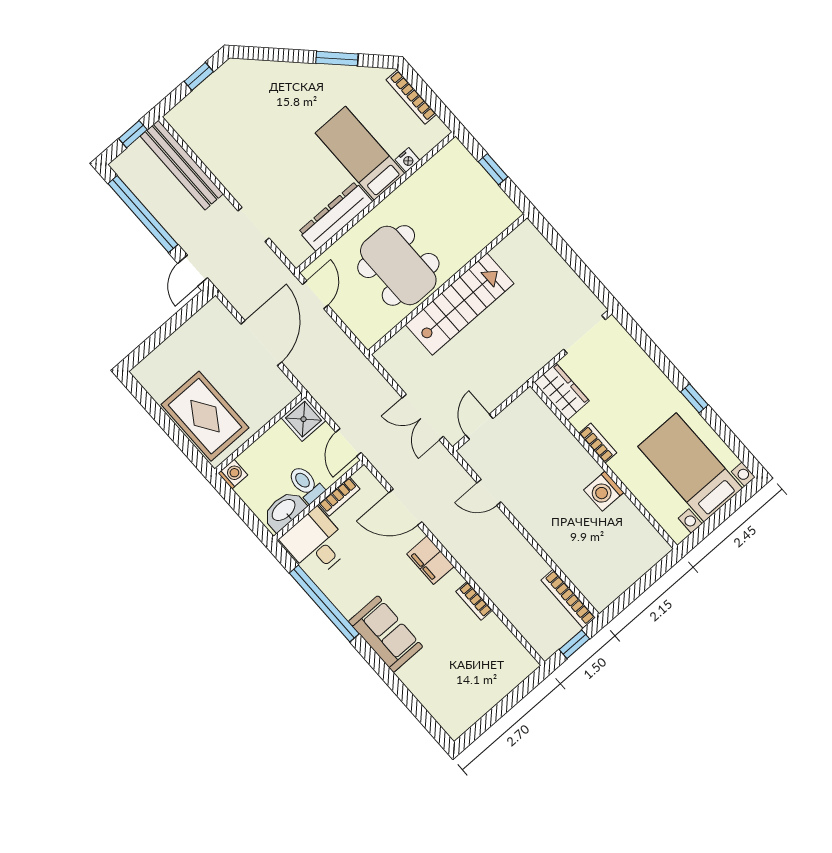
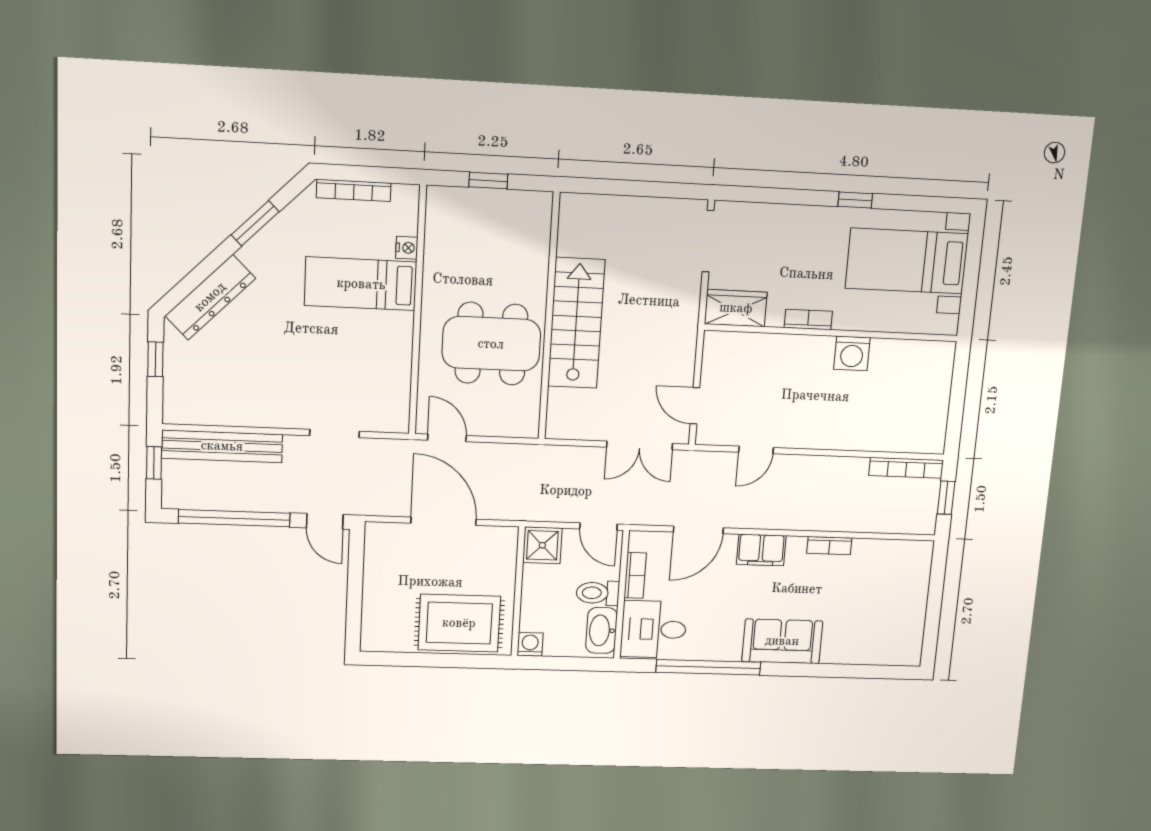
dresser: (336, 217) -> (210, 297), moved, turned -135

